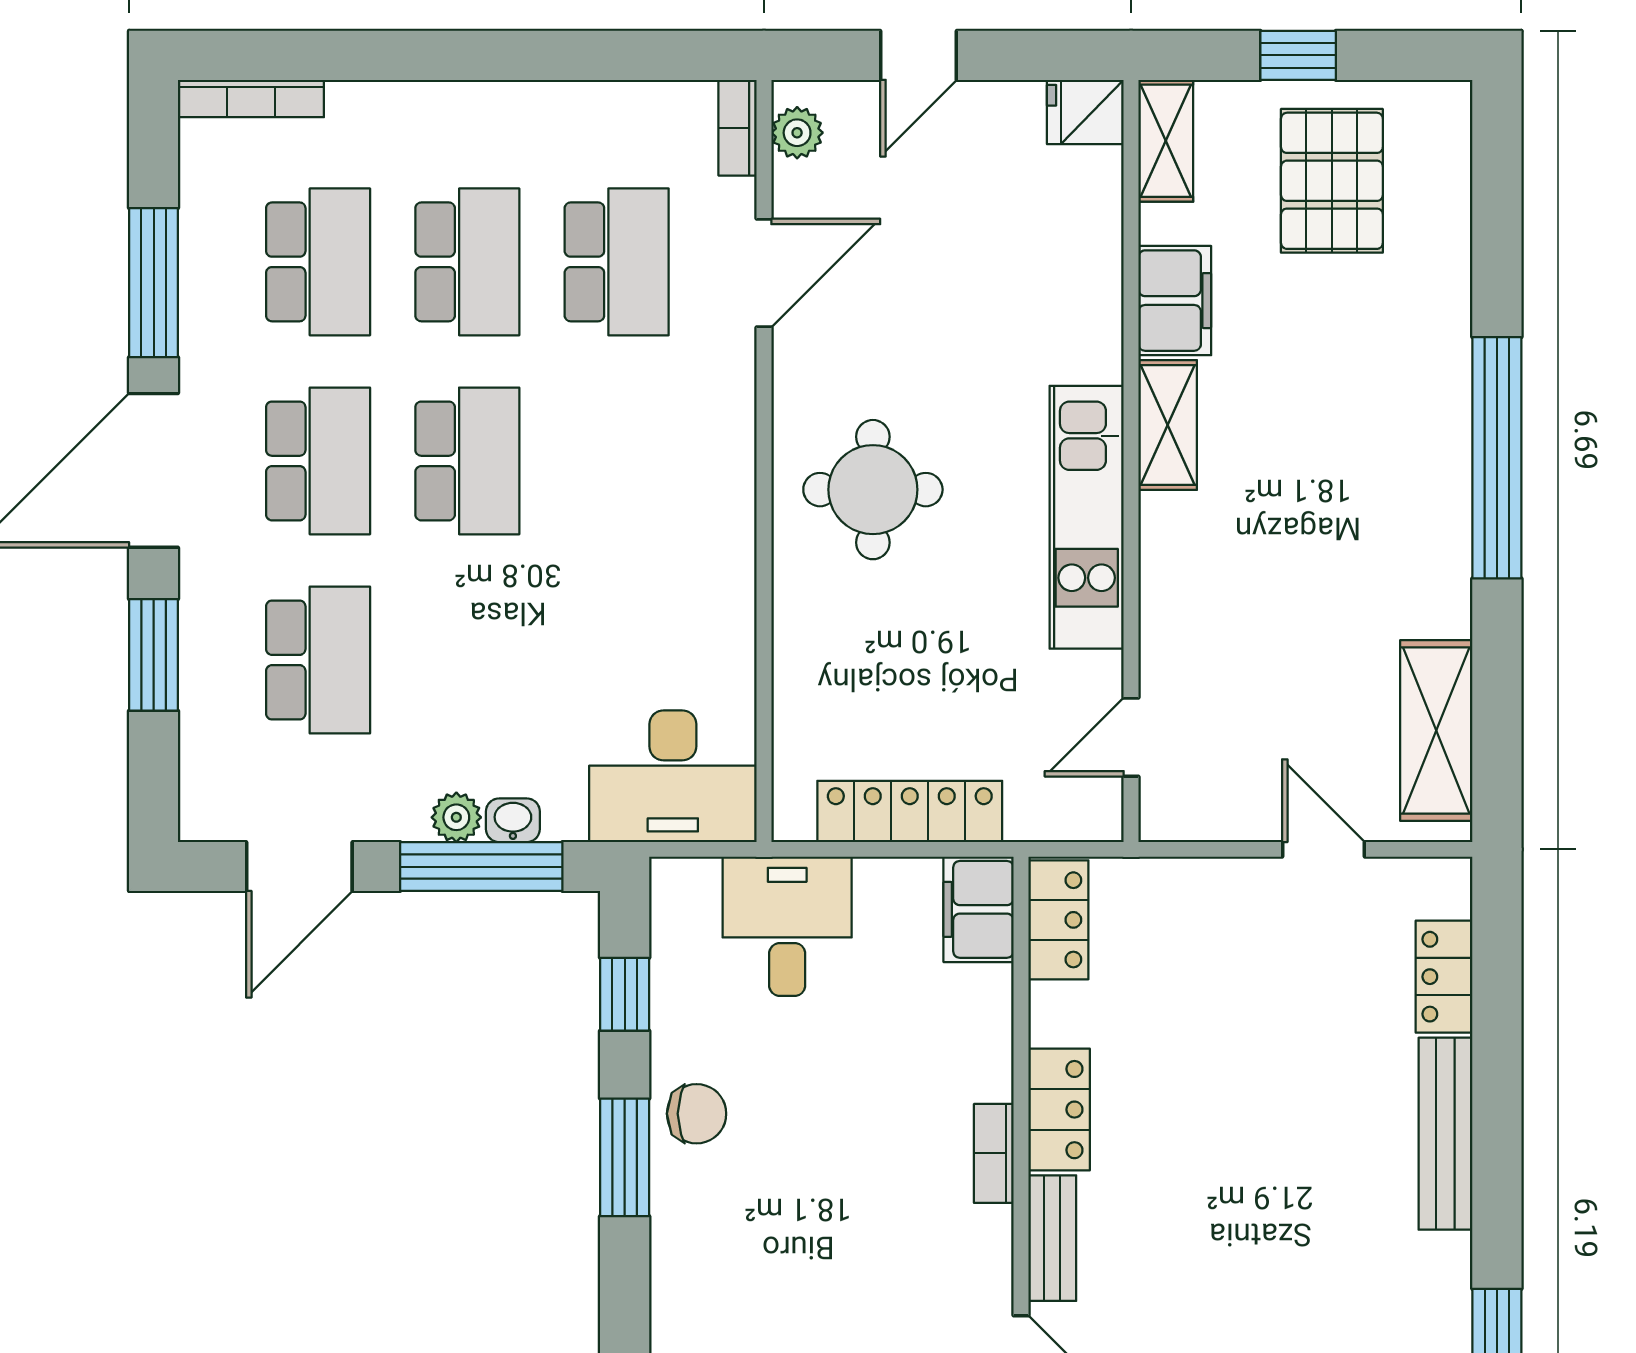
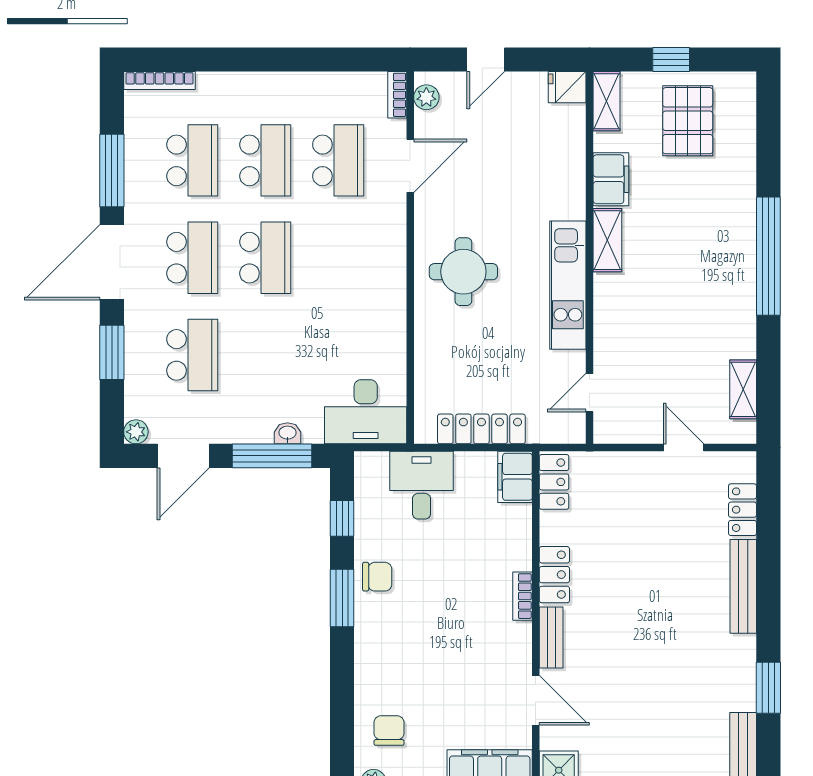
shelving: (1436, 730) -> (743, 389), width x0.67, depth x0.75
plant: (456, 817) -> (136, 432), moved

